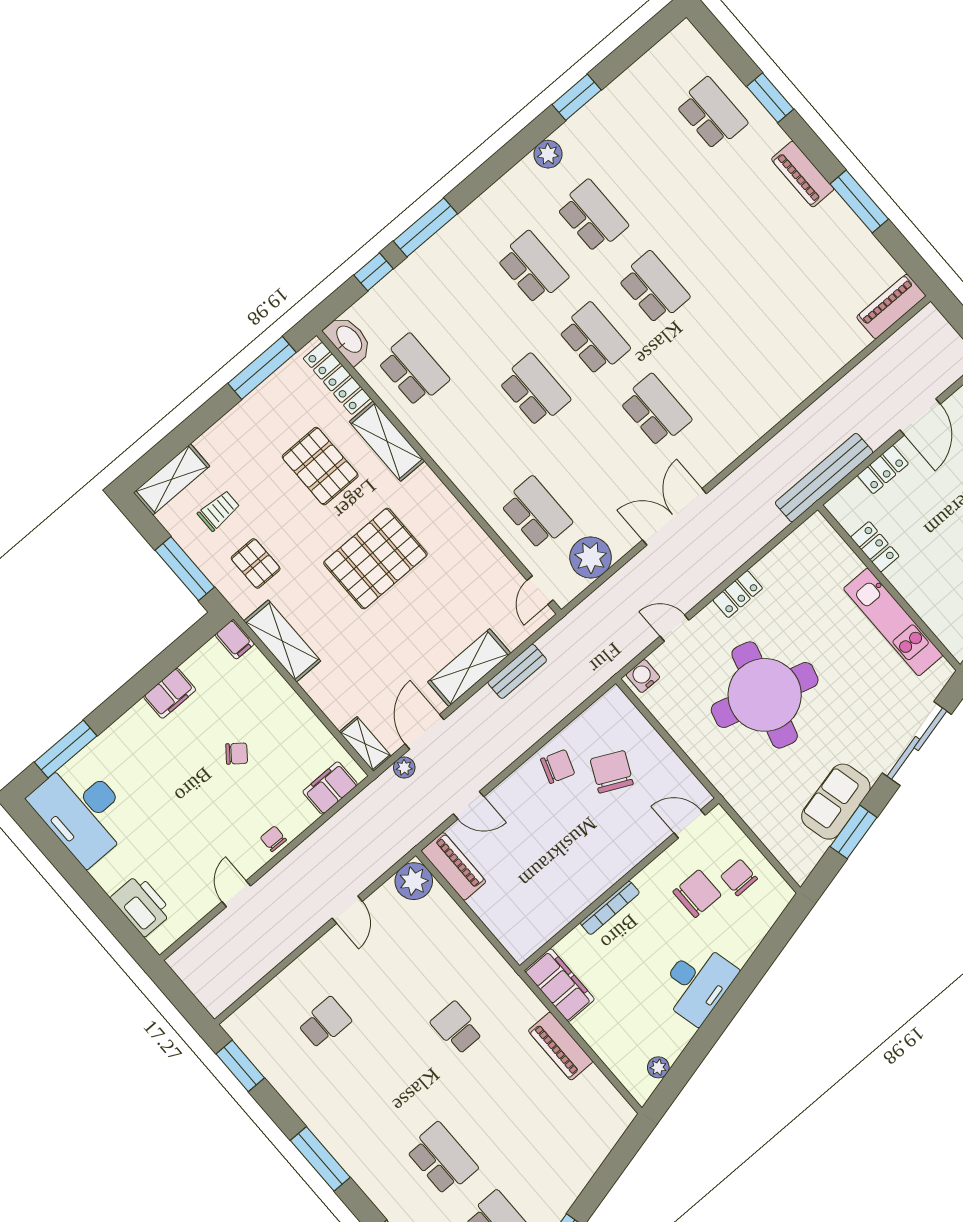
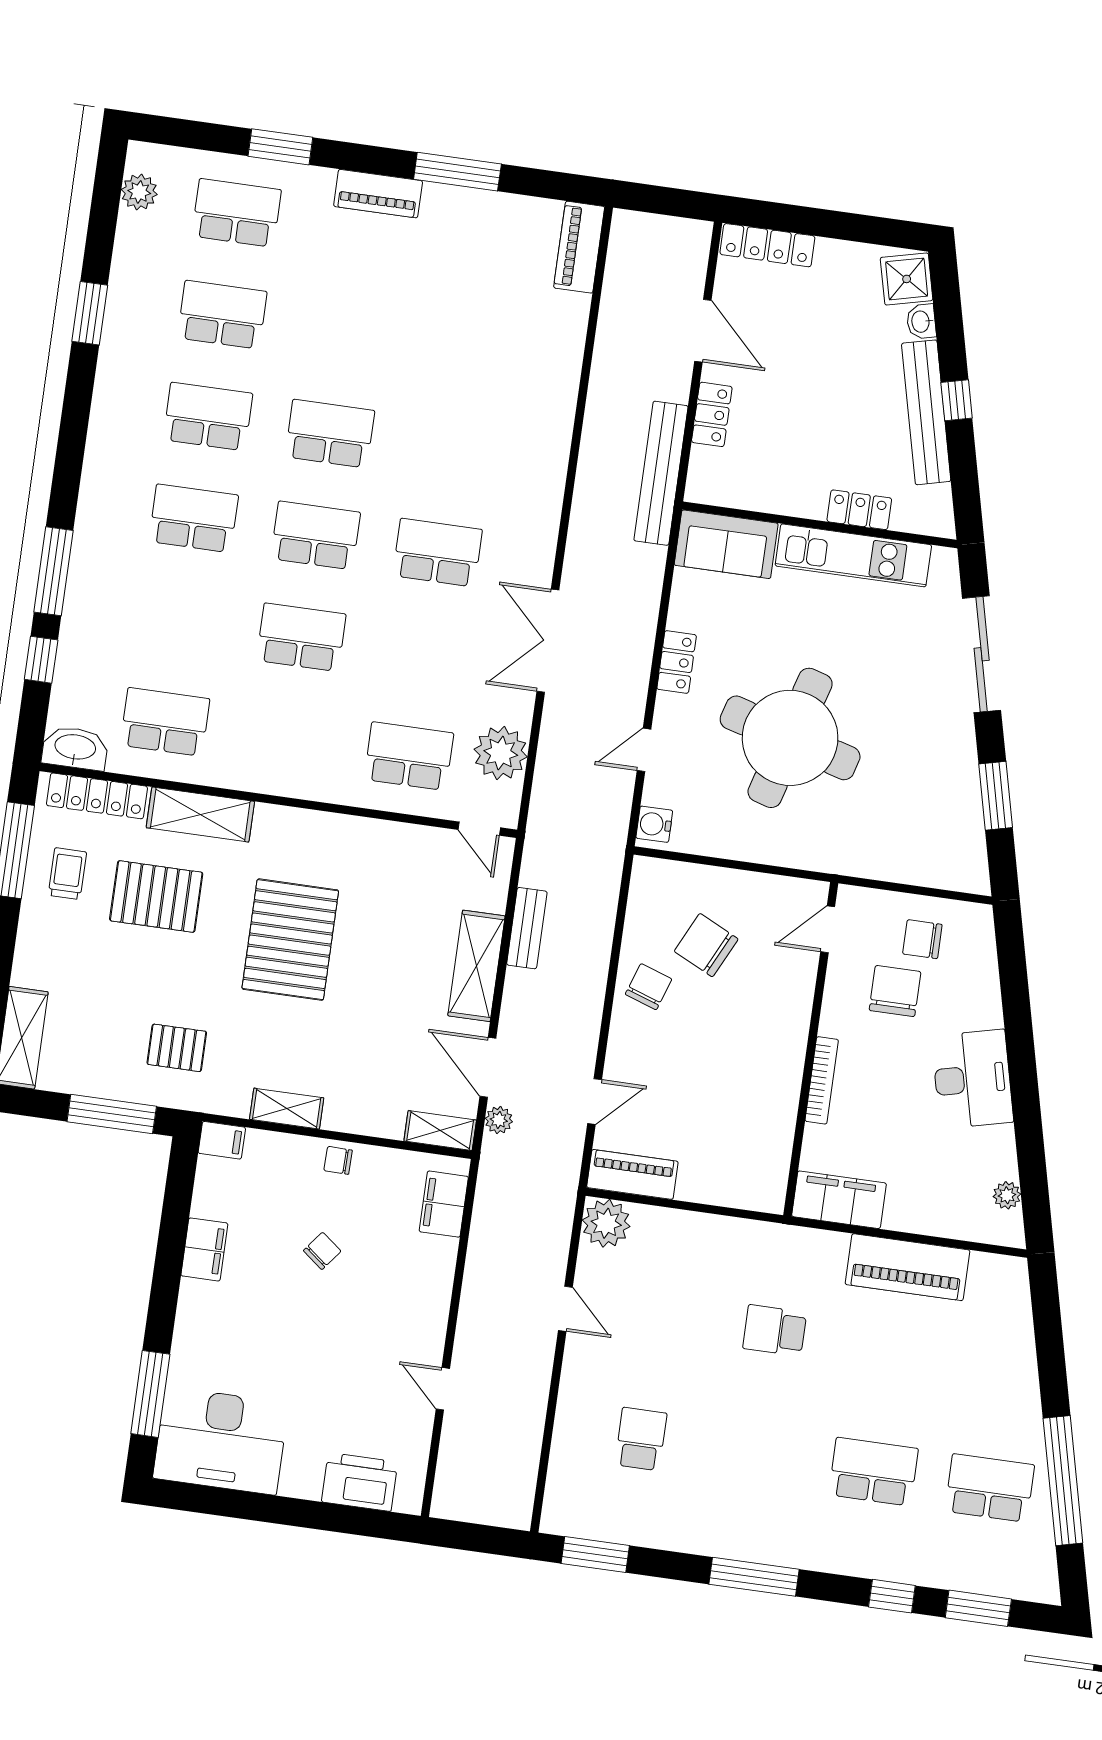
plant: (548, 154) -> (139, 192), moved
school desk: (652, 165) -> (222, 315), added
trolley: (219, 511) -> (67, 874), moved
locker: (875, 547) -> (859, 510), moved
shelving: (282, 641) -> (287, 1109), width x0.67, depth x0.75
sofa: (836, 802) -> (726, 544), moved, turned -76
chair: (273, 839) -> (338, 1160), moved
piano: (561, 1046) -> (907, 1267), width x1.37, depth x1.33

